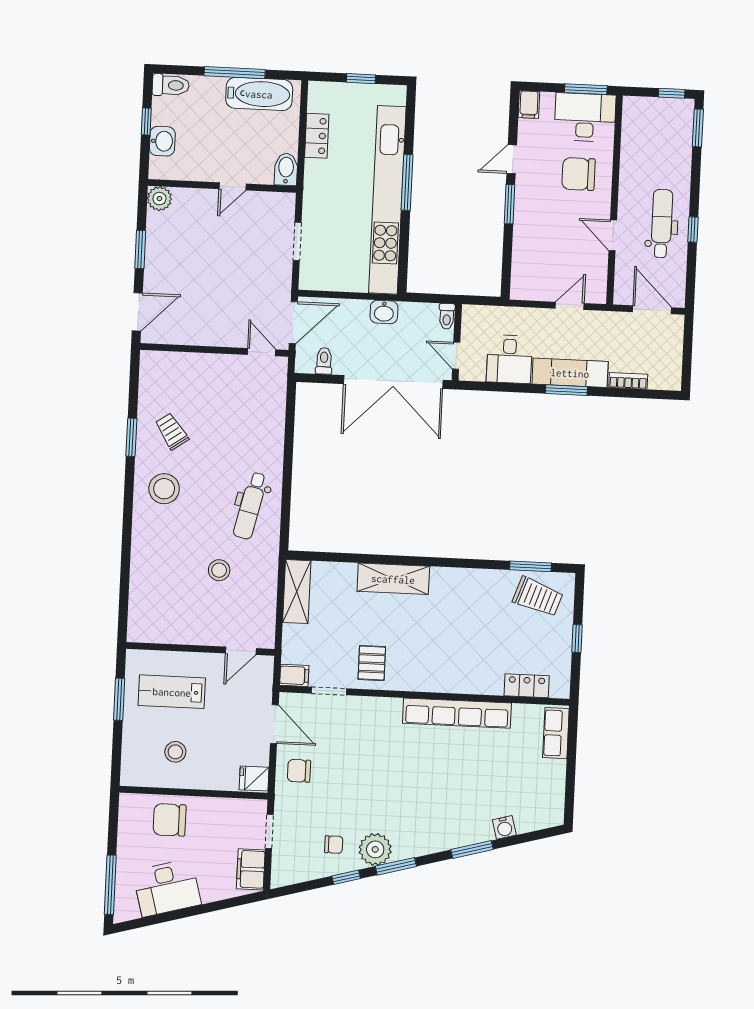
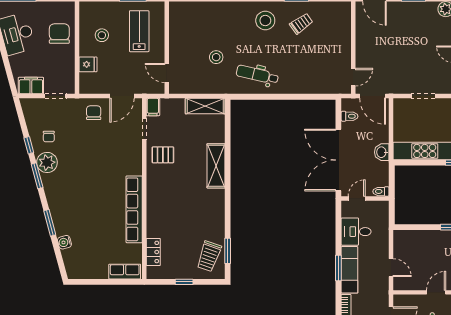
fridge: (254, 778) -> (88, 64), moved, turned 90

